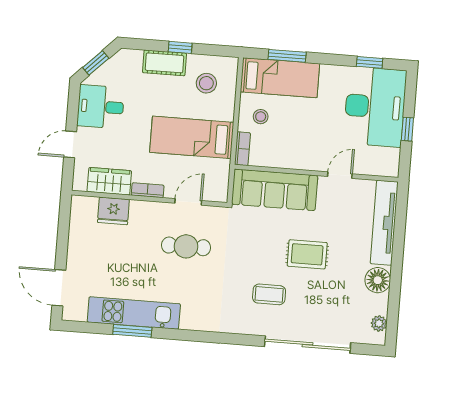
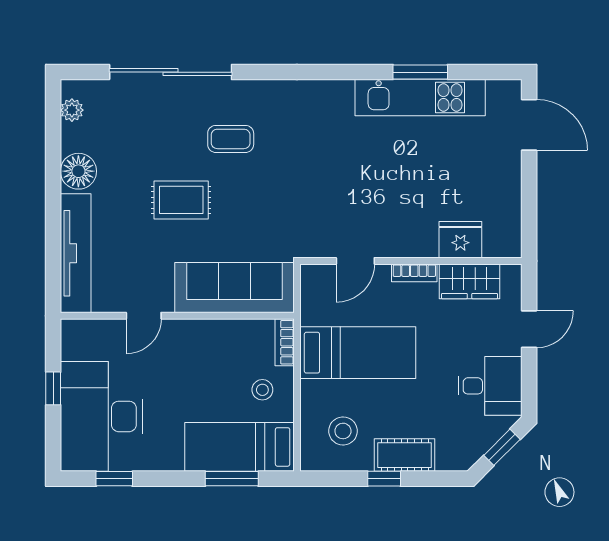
cafe table: (186, 246) -> (354, 198), removed

